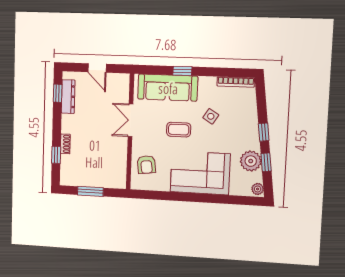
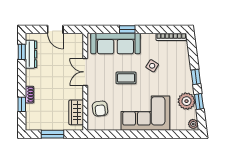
wardrobe: (118, 168) -> (76, 112), added

